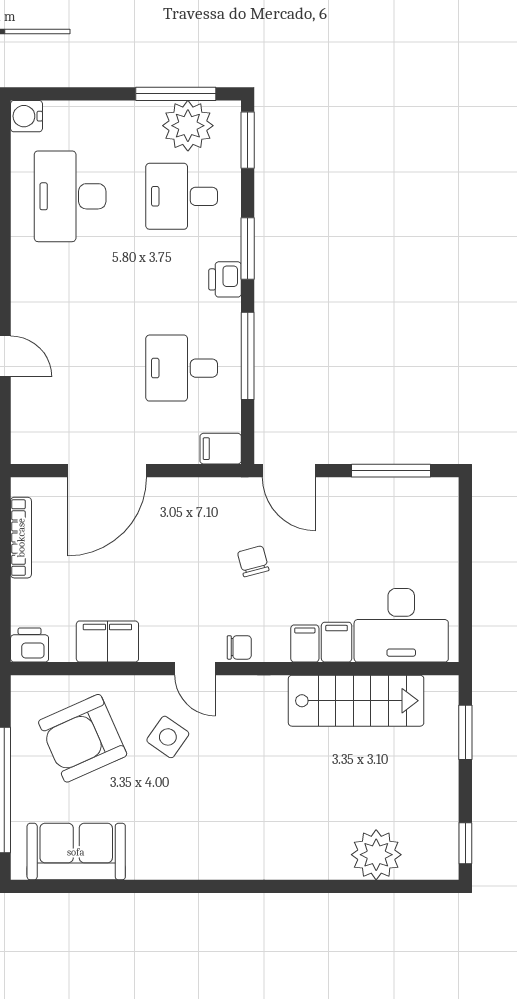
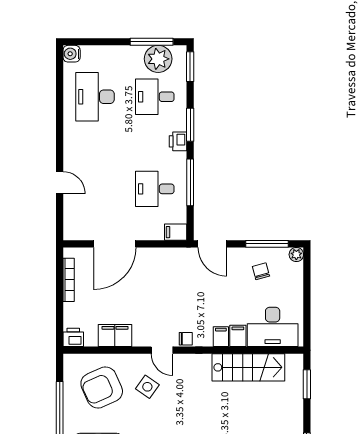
plant: (445, 490) -> (296, 255), added
chair: (253, 561) -> (261, 271), moved

